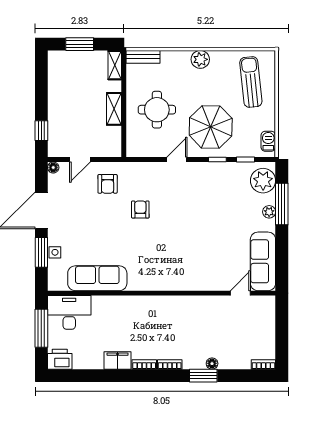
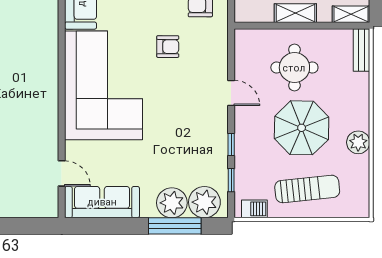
plant: (200, 59) -> (358, 142), moved
sun lounger: (251, 82) -> (307, 189), moved
parasol: (211, 127) -> (302, 128), moved
plant: (269, 212) -> (172, 203), width x1.88, depth x1.88
corner sofa: (171, 260) -> (103, 85), added

